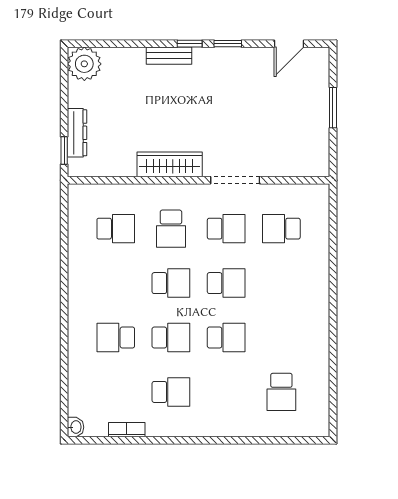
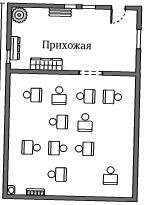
wardrobe: (170, 164) -> (46, 64), moved
school desk: (226, 283) -> (85, 123), turned 90
school desk: (171, 338) -> (58, 148), turned 180

